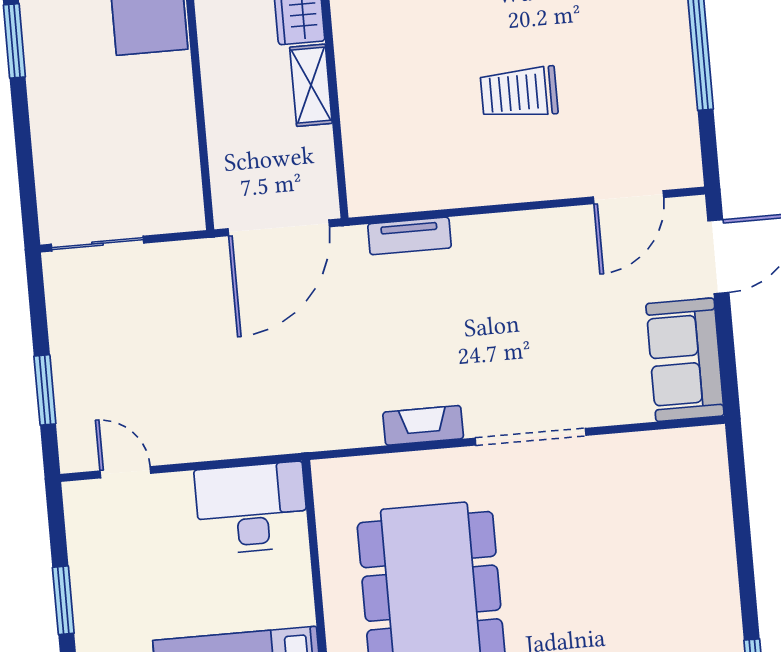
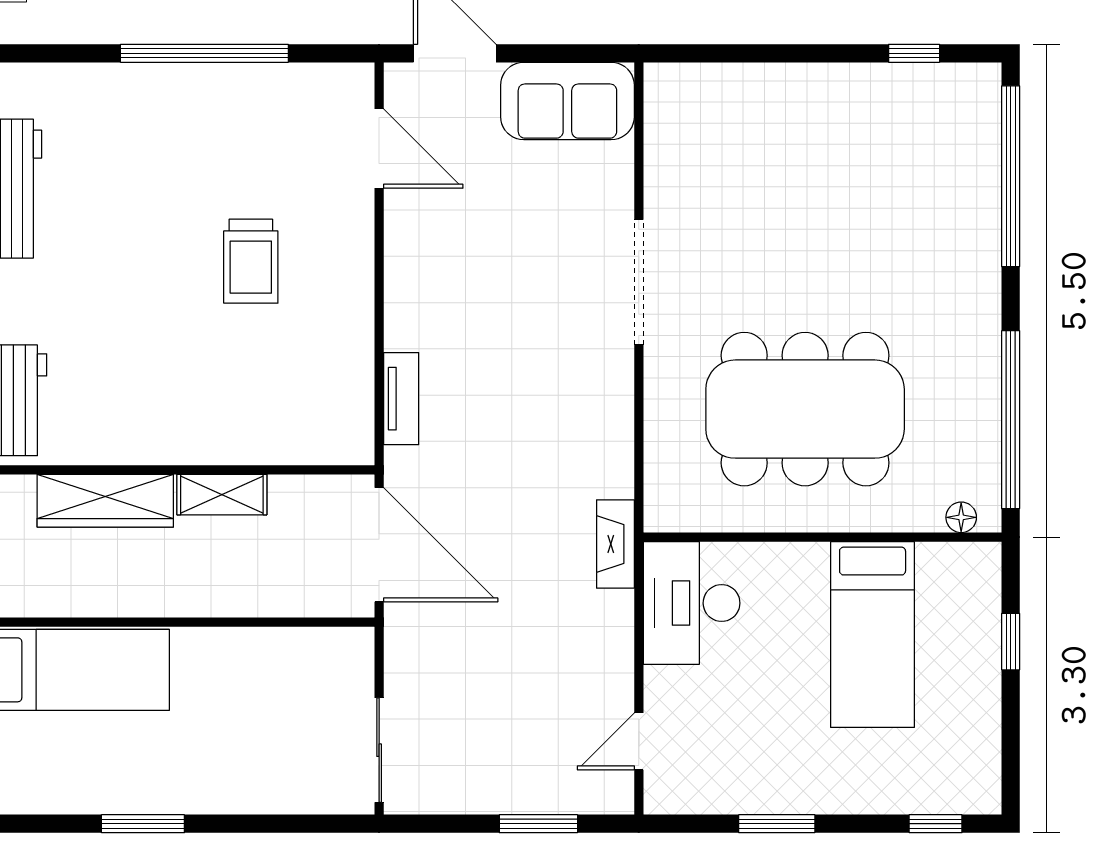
fireplace: (423, 425) -> (615, 544), moved

